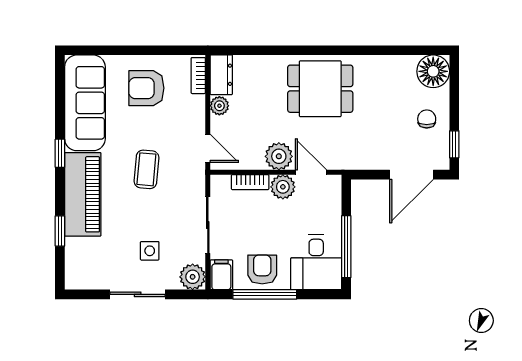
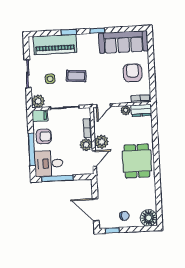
coffee table: (146, 169) -> (76, 76), moved
piano: (83, 194) -> (55, 44), moved
window: (60, 231) -> (69, 32), moved
window: (265, 294) -> (32, 149), moved

